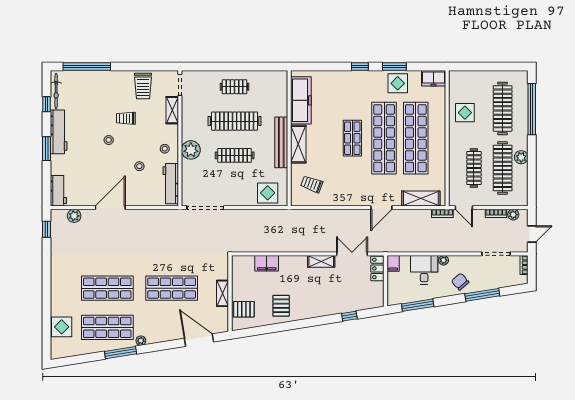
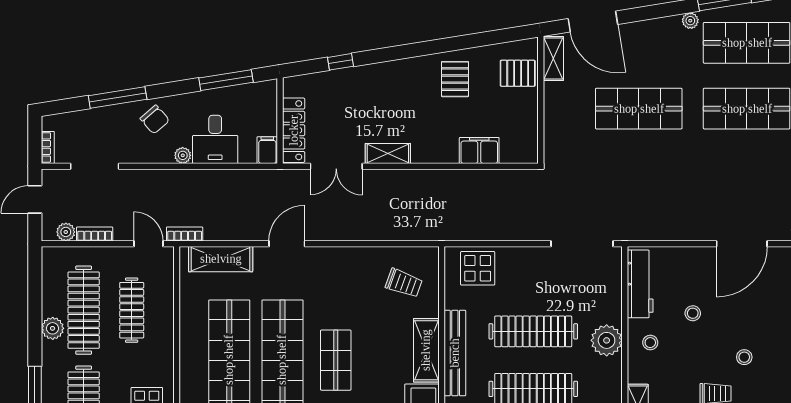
clothes rail: (235, 155) -> (533, 331), width x1.37, depth x1.31
locker: (377, 268) -> (294, 130), width x1.53
shelving: (223, 293) -> (553, 58), moved

